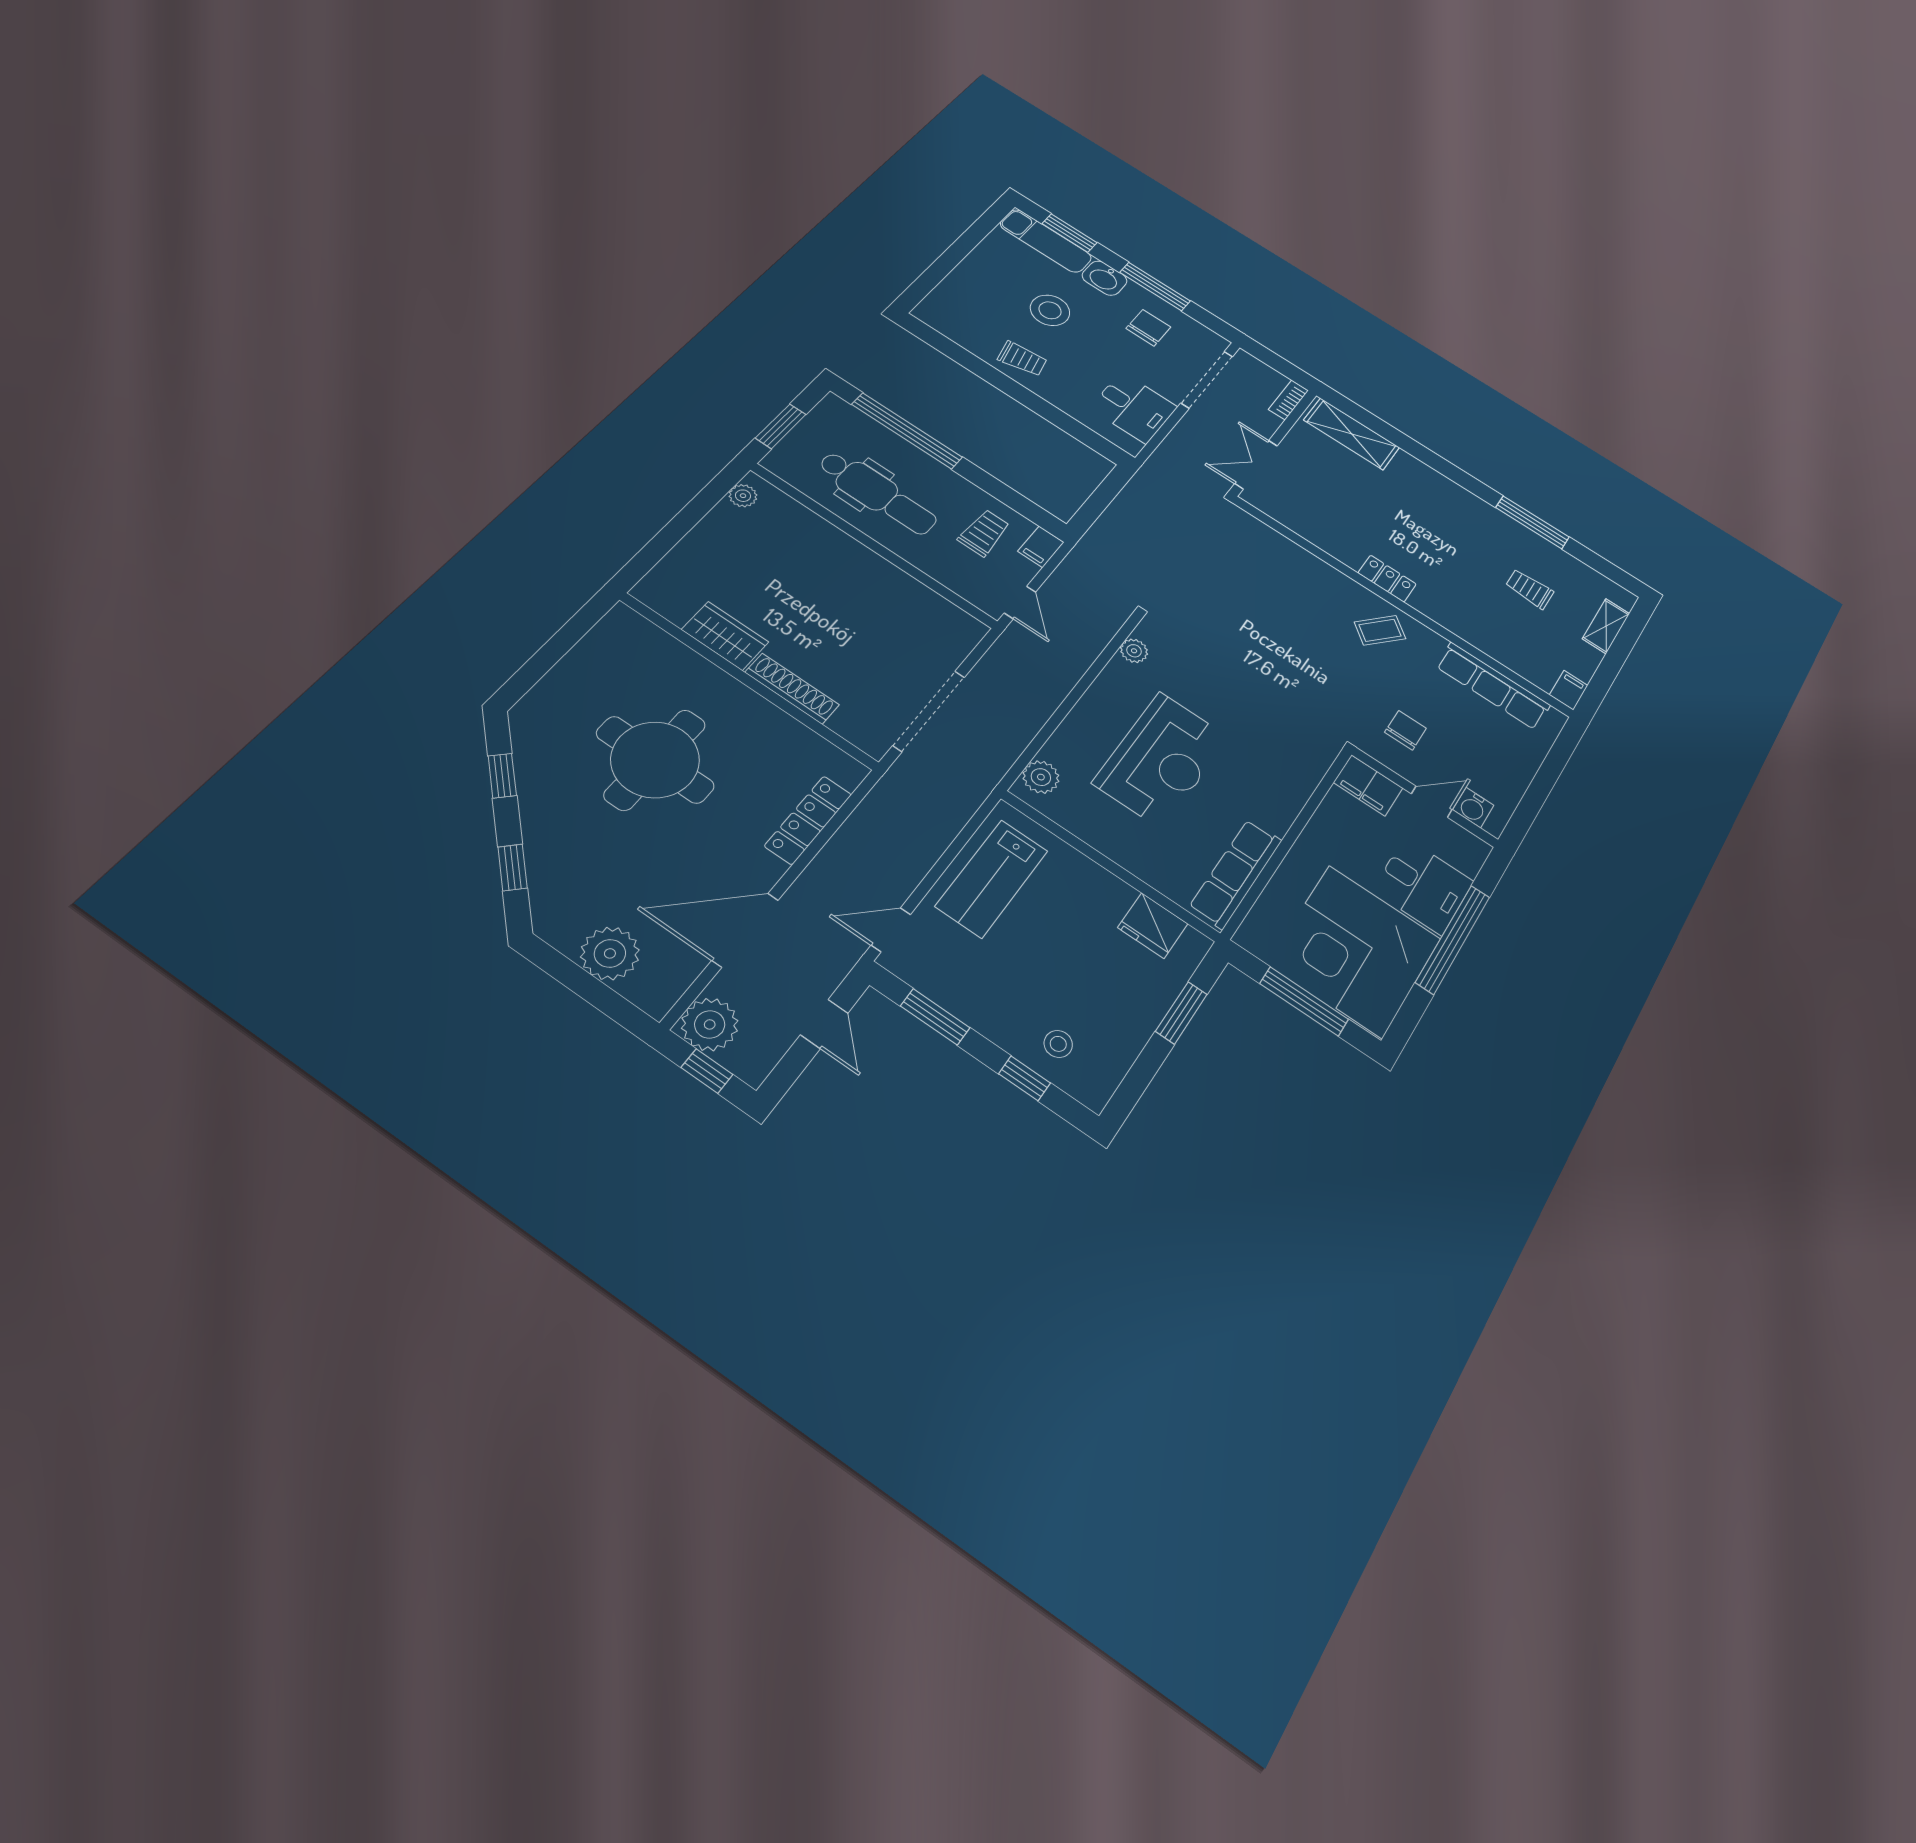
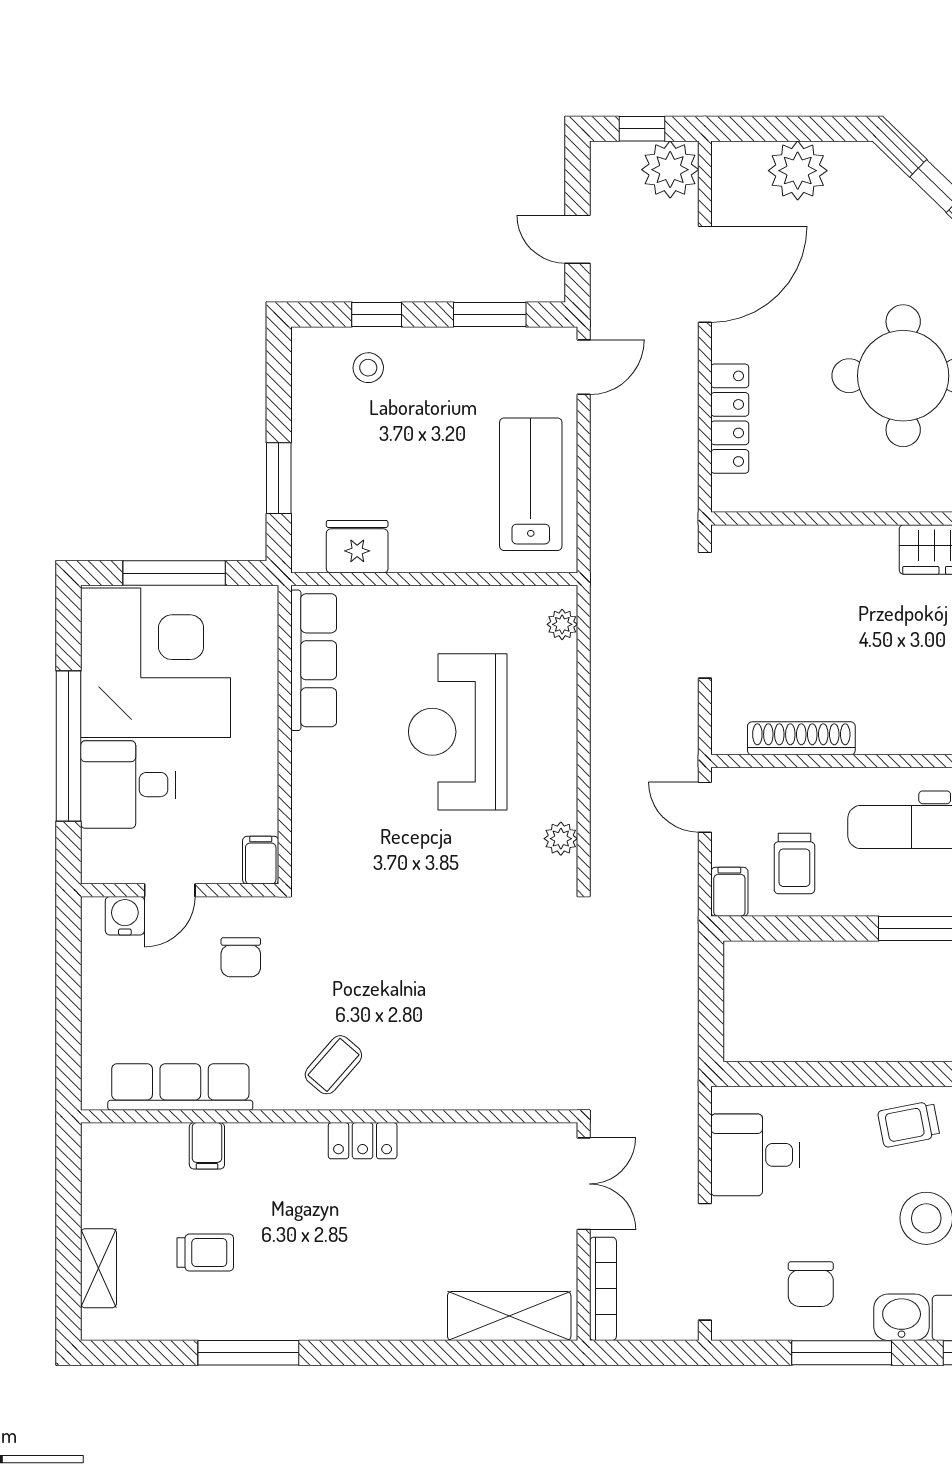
bookcase: (1289, 400) -> (603, 1289), width x1.56
shoe rack: (792, 689) -> (801, 738), moved, turned 180
filing cabinet: (1569, 690) -> (207, 1146), moved
plant: (1041, 777) -> (562, 624), width x0.73, depth x0.73
filing cabinet: (1368, 785) -> (261, 860), width x0.50

